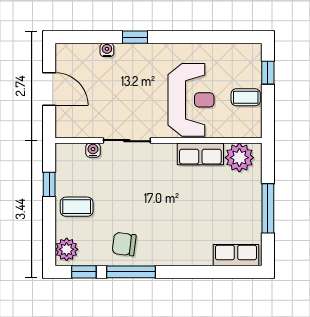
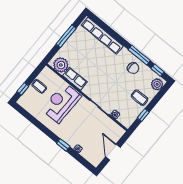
row of seats: (236, 255) -> (102, 36), width x2.02

